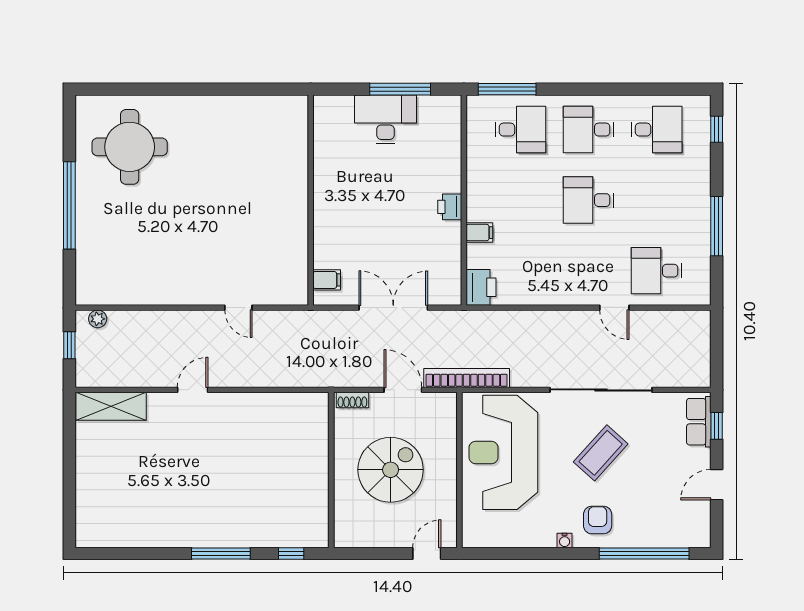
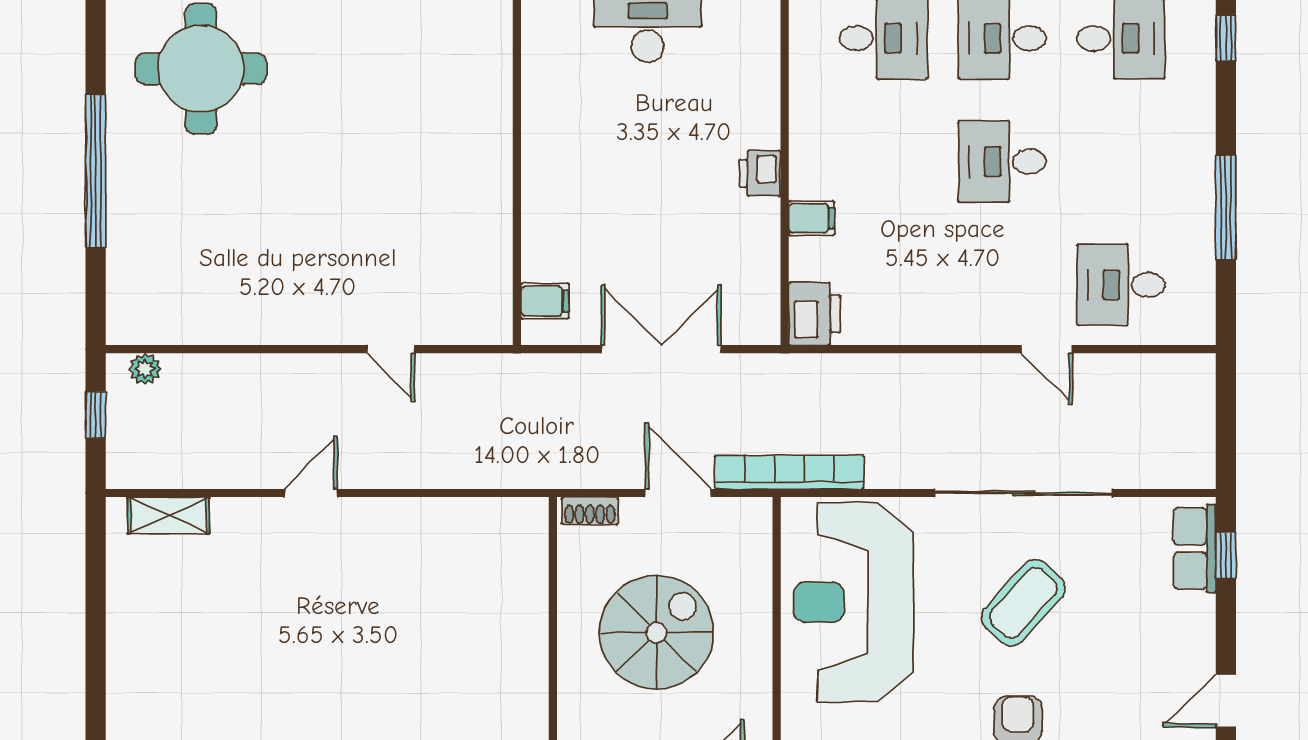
shelving: (111, 406) -> (168, 515), width x0.67, depth x0.75
door: (717, 485) -> (1226, 701), moved

